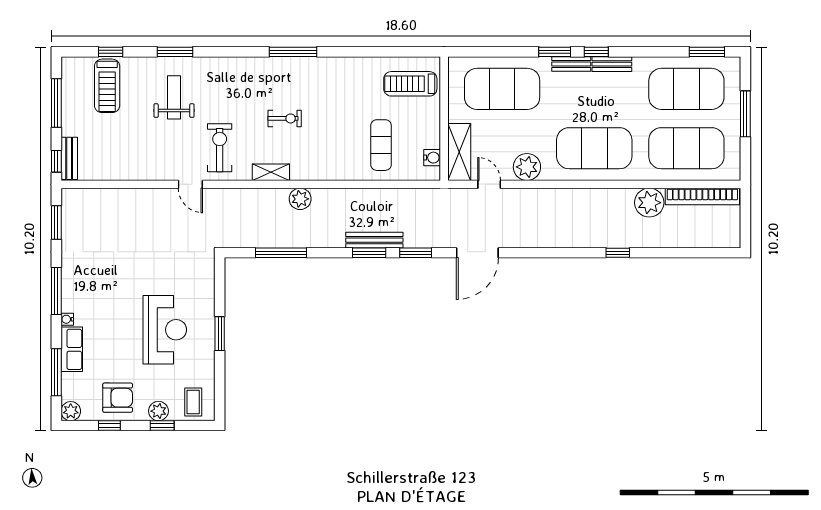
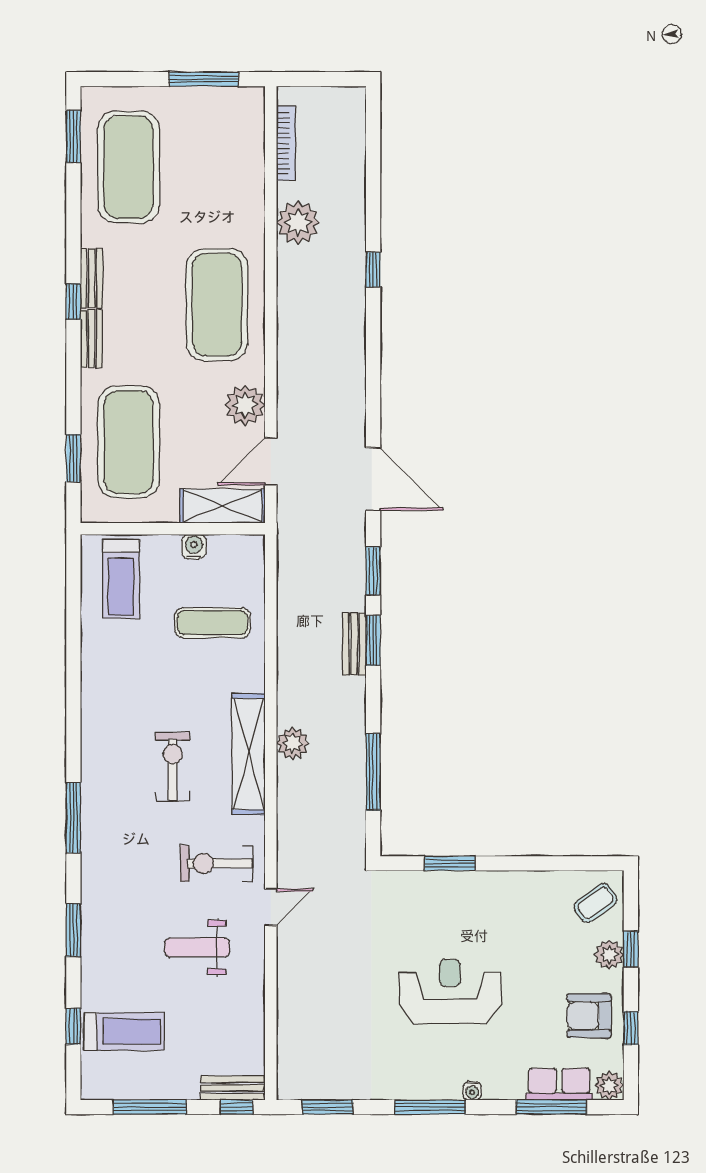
window: (293, 52) -> (73, 818), moved
window: (555, 52) -> (73, 458), moved
weight bench: (174, 97) -> (197, 947), moved
window: (745, 114) -> (204, 79), moved
exercise bike: (285, 118) -> (173, 766), width x1.38, depth x1.39
exercise mat: (686, 148) -> (217, 167), removed
water cooler: (432, 158) -> (194, 547), moved
shelving: (271, 172) -> (249, 754), width x2.20, depth x1.33
door: (489, 184) -> (271, 462), width x1.38
bookcase: (702, 196) -> (286, 143), width x0.68, depth x0.76
bench: (374, 240) -> (354, 644), width x0.73
reception desk: (165, 330) -> (450, 992), moved
window: (220, 334) -> (450, 863), moved
row of seats: (72, 349) -> (559, 1084), moved
armchair: (118, 398) -> (589, 1016), turned -90
coffee table: (193, 402) -> (596, 903), turned -36

